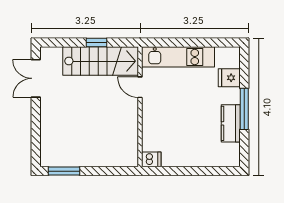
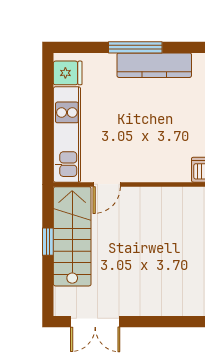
fridge: (229, 78) -> (68, 73), moved, turned -90
kitchen counter: (231, 123) -> (154, 65), width x1.50

